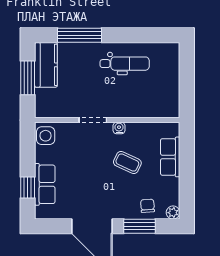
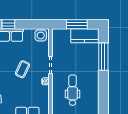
dental chair: (125, 64) -> (73, 90), moved, turned 180
coffee table: (127, 163) -> (22, 69), moved

